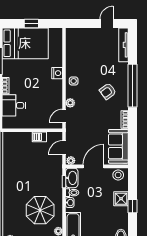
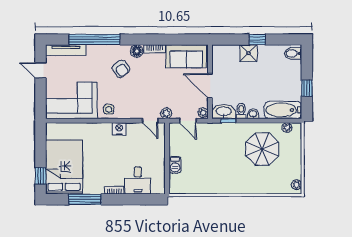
window: (31, 23) -> (40, 176), moved
corner sofa: (81, 50) -> (71, 100), added
nightstand: (57, 73) -> (119, 129), moved
window: (133, 86) -> (94, 40), moved
plant: (70, 103) -> (166, 113), moved
floor lamp: (123, 105) -> (137, 51), added
barbecue: (39, 137) -> (175, 165), moved
stool: (118, 175) -> (220, 57), removed

